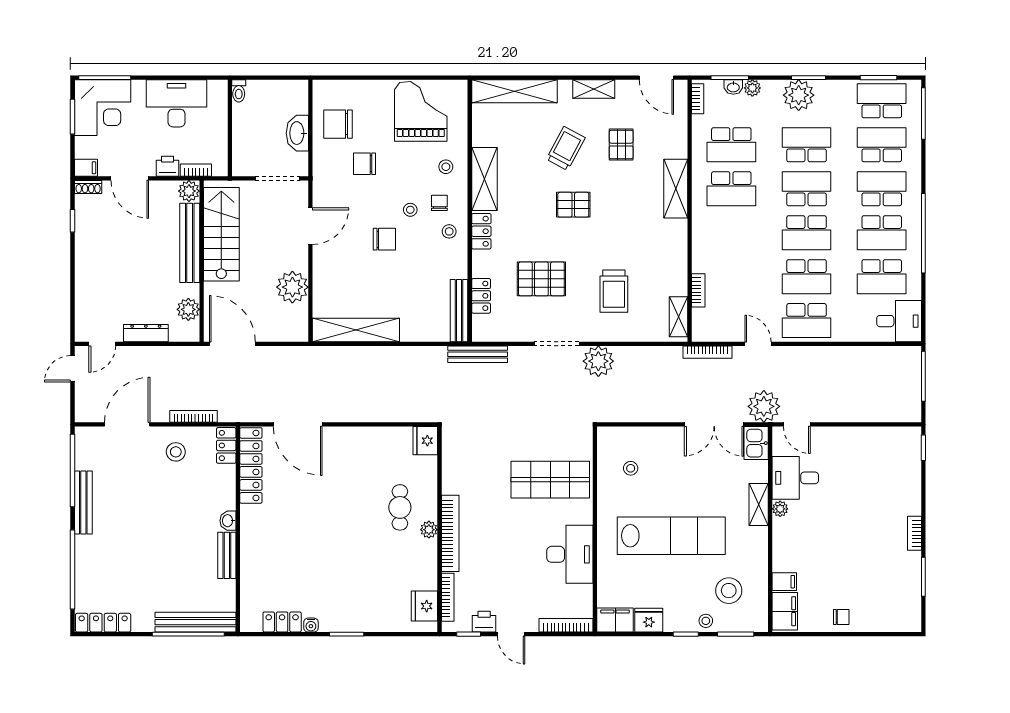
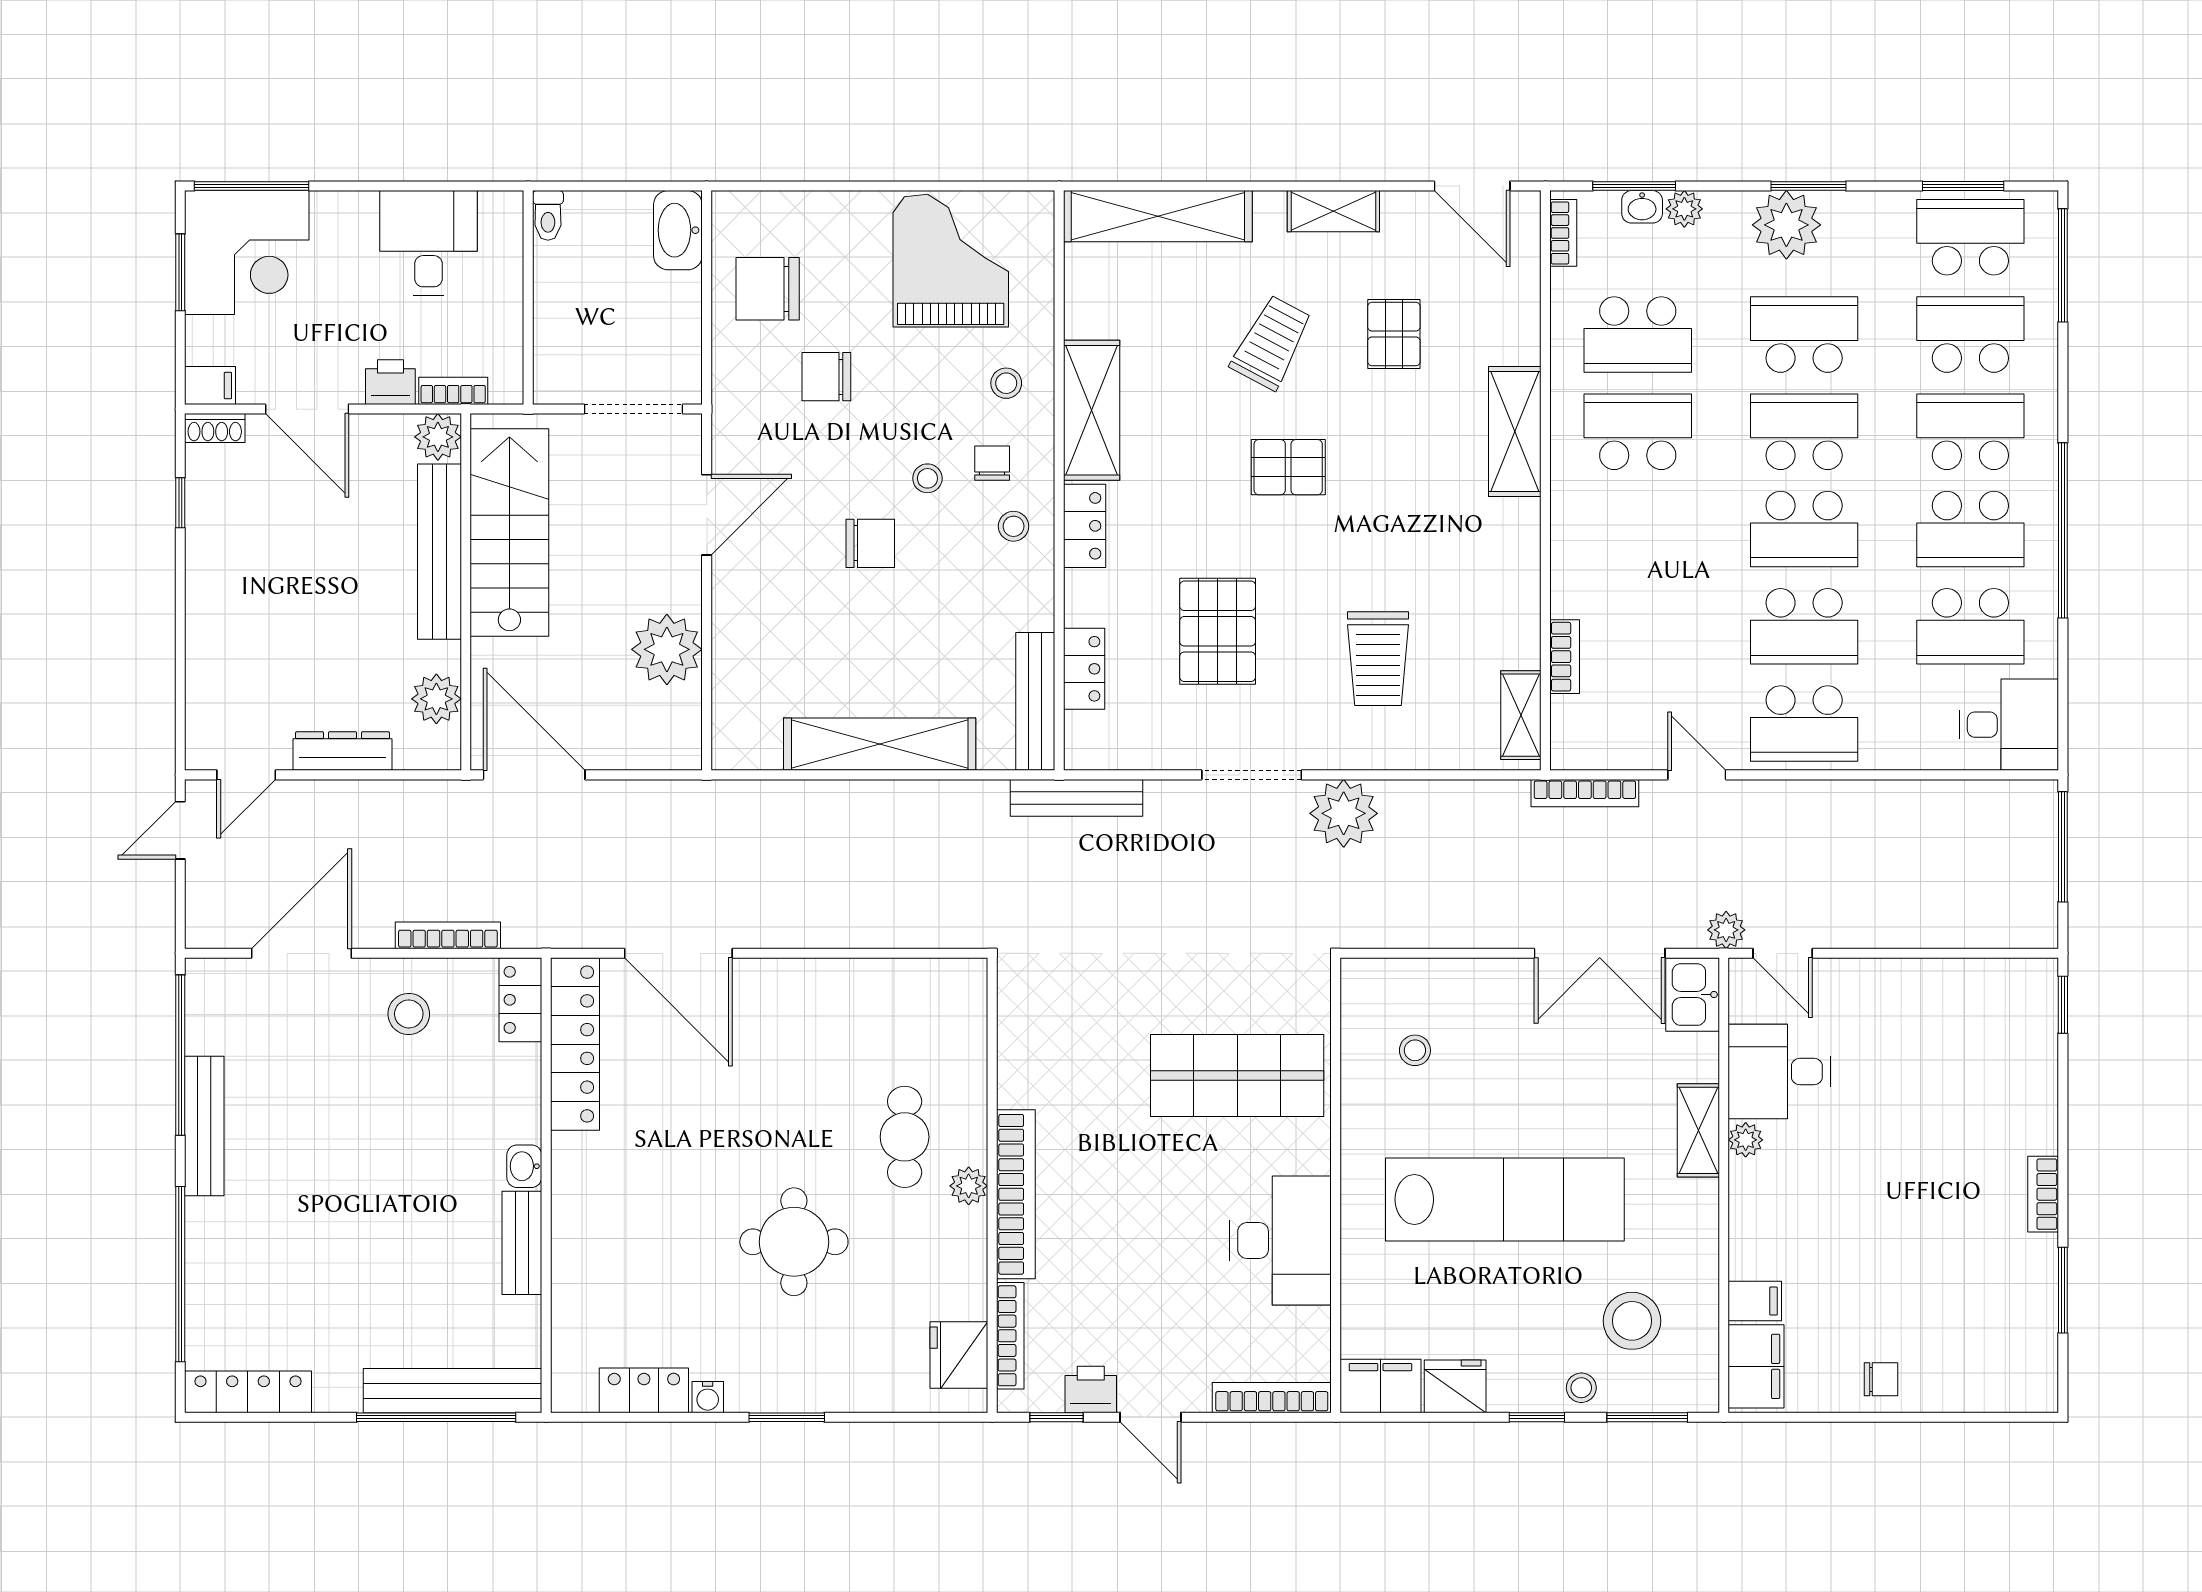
desk: (177, 103) -> (428, 243), width x0.73
washbasin: (297, 133) -> (678, 230), moved
school desk: (731, 189) -> (1638, 432), turned 180
pallet: (541, 279) -> (1218, 631), turned 90
shelving: (356, 330) -> (880, 744), moved
plant: (764, 406) -> (1726, 930), width x0.53, depth x0.53
fridge: (425, 441) -> (961, 989), removed
round table: (350, 555) -> (794, 1242), added

